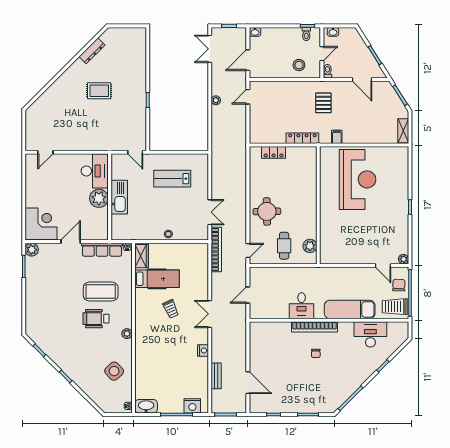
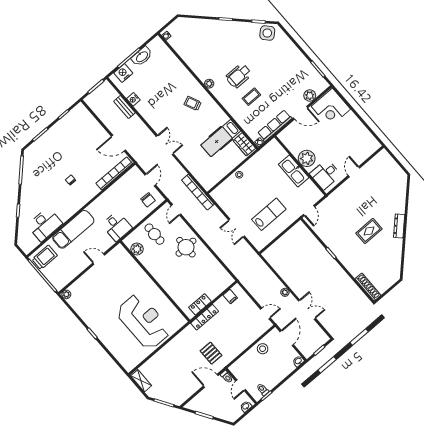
shoe rack: (141, 44) -> (368, 287), added
double door: (210, 49) -> (307, 310), moved
dresser: (92, 51) -> (399, 226), moved
stool: (299, 65) -> (263, 349), moved
door: (362, 79) -> (211, 381), moved
door: (248, 97) -> (265, 313), hinge flipped
filing cabinet: (337, 137) -> (230, 297), moved
door: (45, 152) -> (354, 172), moved
door: (135, 152) -> (309, 211), swing flipped
locker: (274, 152) -> (200, 304), moved
desk: (95, 171) -> (325, 174), width x0.73
reception desk: (358, 179) -> (143, 321), turned 180
double door: (210, 212) -> (237, 228), moved
door: (71, 242) -> (301, 113), hinge flipped
plant: (32, 250) -> (310, 96), moved
door: (383, 265) -> (99, 259), moved
chair: (399, 285) -> (148, 200), moved
coffee table: (101, 291) -> (251, 97), width x0.54, depth x0.58
desk: (302, 306) -> (117, 226), moved, turned 180
trolley: (171, 309) -> (193, 103), moved
wheelchair: (96, 319) -> (239, 76), turned 180
bookcase: (314, 327) -> (114, 173), moved
nightstand: (203, 350) -> (133, 99), moved
side table: (114, 371) -> (267, 33), moved
door: (248, 383) -> (118, 143), moved
washbasin: (146, 406) -> (142, 56), moved

